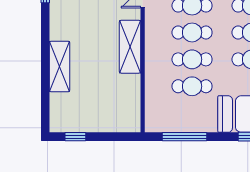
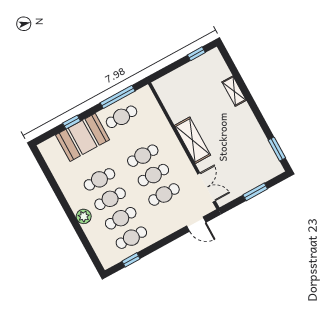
shelving: (60, 66) -> (234, 91), width x0.67, depth x0.75
cafe table: (192, 86) -> (121, 117), moved

